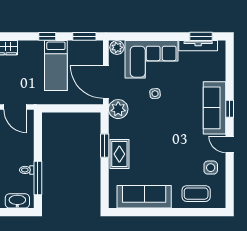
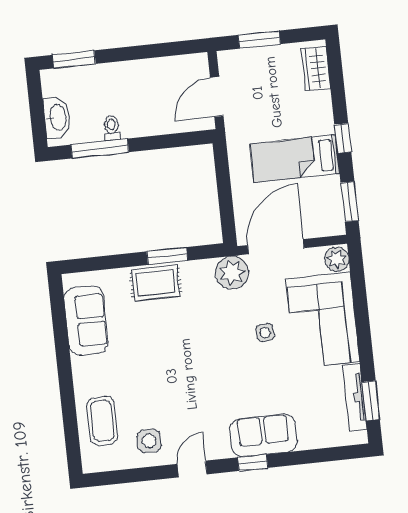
sofa: (215, 108) -> (263, 435), width x0.73
sofa: (144, 197) -> (86, 321), width x0.73

